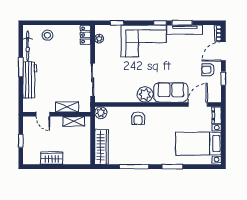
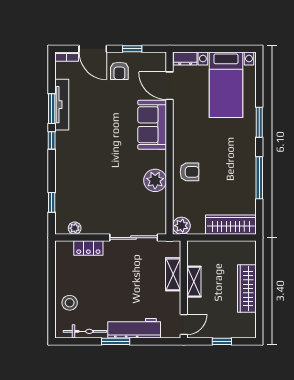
locker: (85, 35) -> (88, 248), moved
corner sofa: (144, 41) -> (78, 164), removed
plant: (145, 94) -> (155, 180), moved
door: (43, 114) -> (184, 325), moved
shelving: (74, 121) -> (194, 282), moved
wardrobe: (52, 158) -> (247, 288), width x1.50

